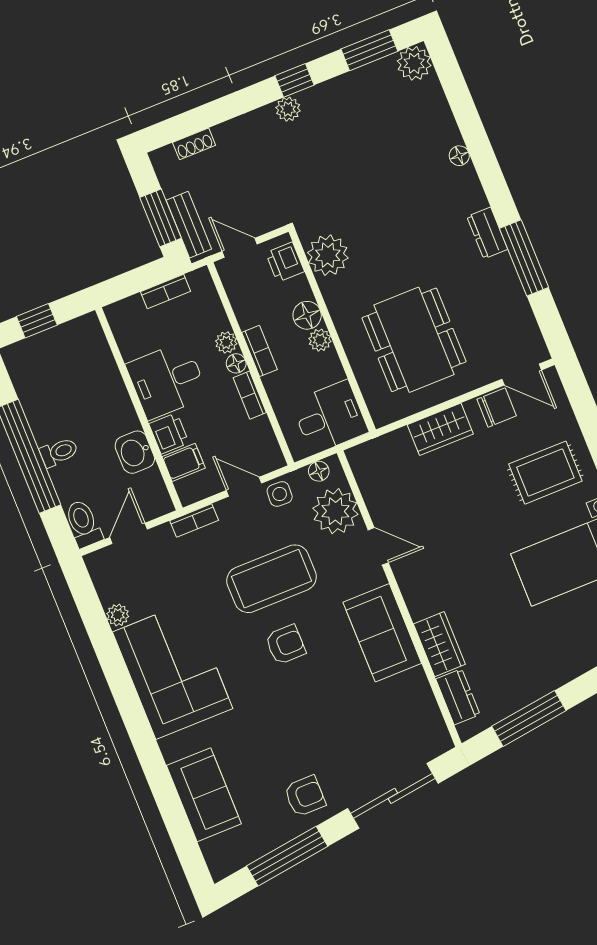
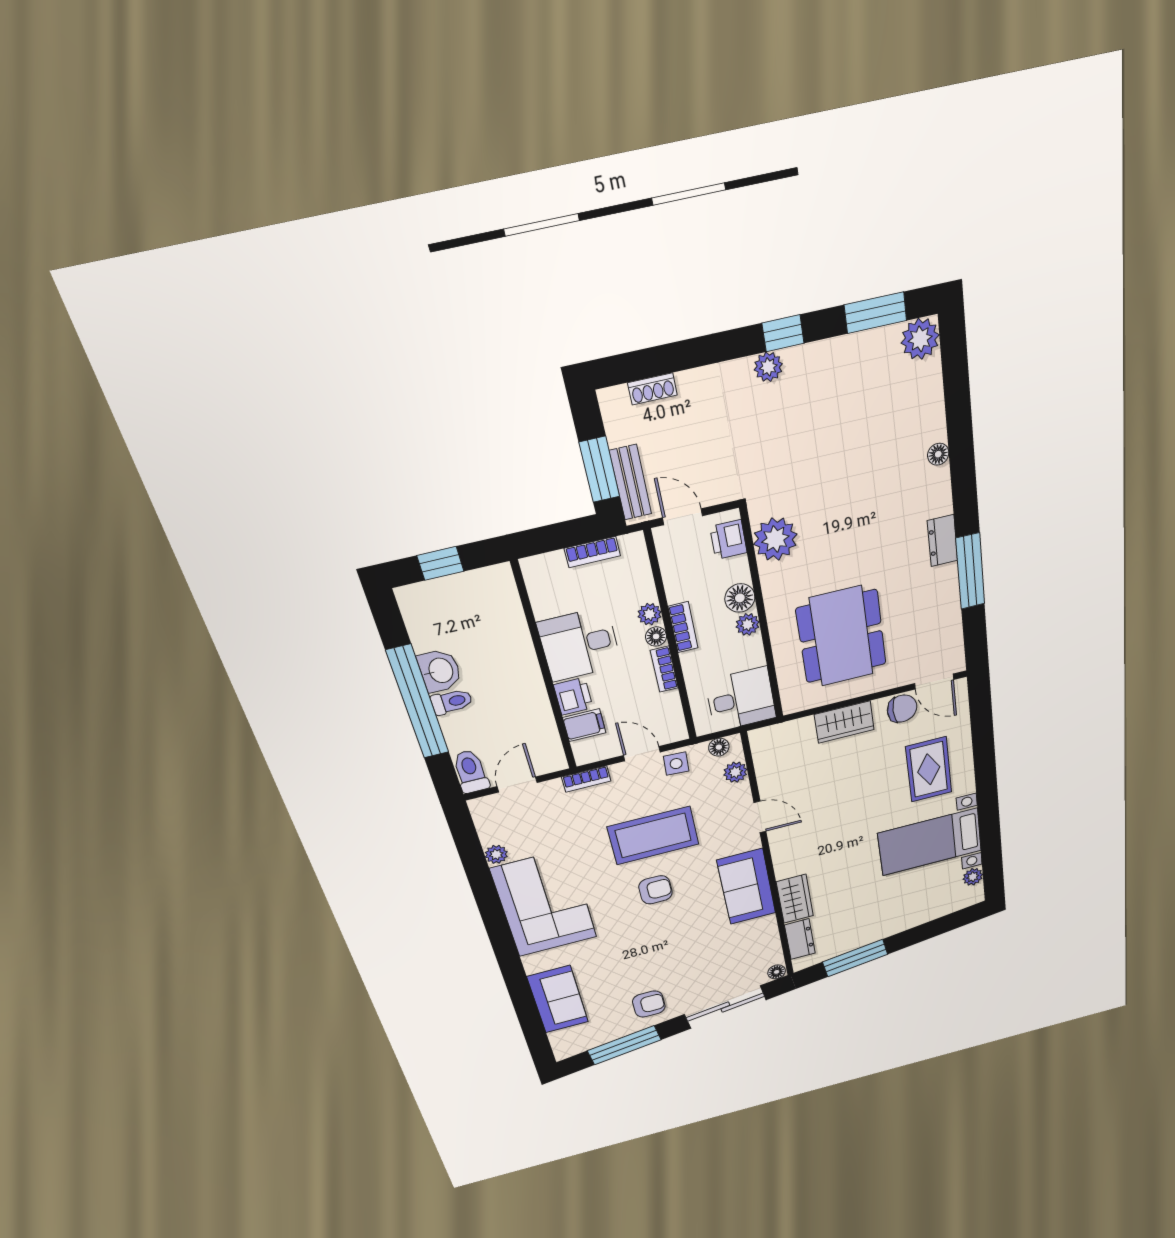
washbasin: (135, 452) -> (440, 671), moved, turned 180
rug: (545, 473) -> (929, 769), turned 90
plant: (335, 511) -> (735, 772), width x0.53, depth x0.53
floor lamp: (441, 743) -> (777, 972), added

